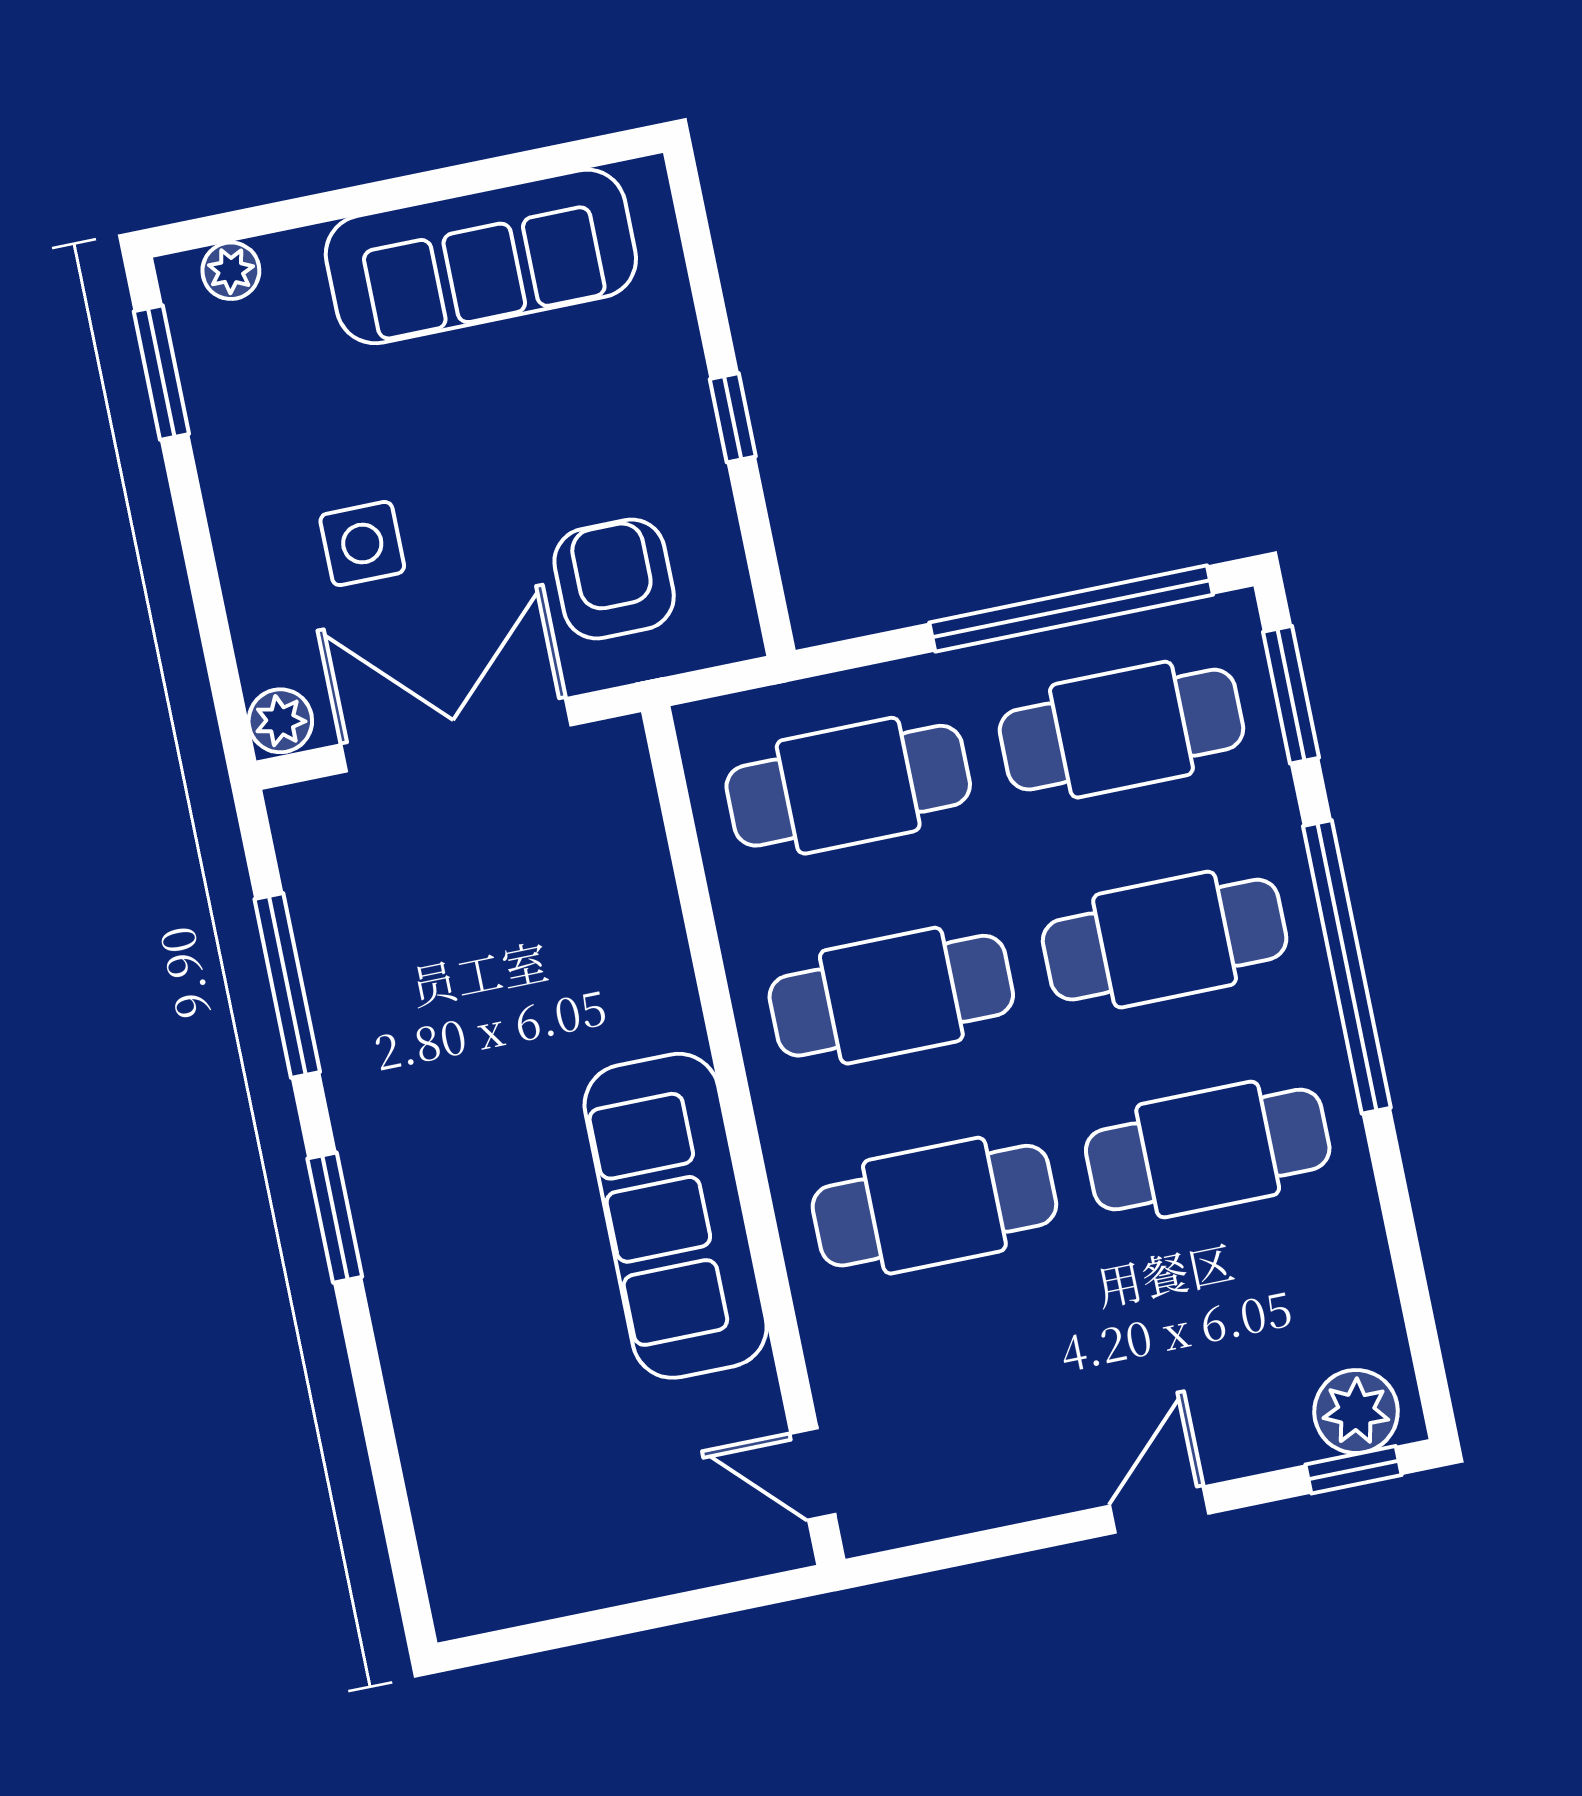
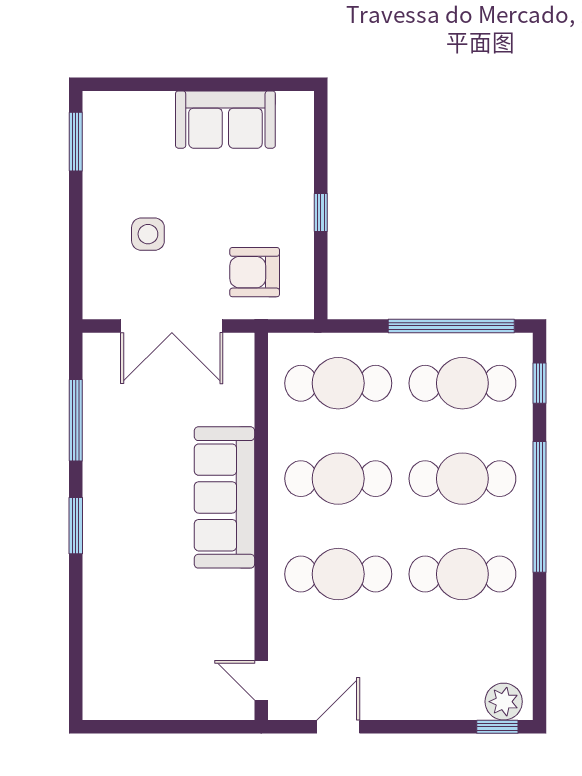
sofa: (481, 256) -> (225, 120), width x0.73
plant: (231, 271) -> (115, 103), removed
armchair: (614, 579) -> (255, 272), turned -90
window: (1291, 695) -> (539, 383), width x0.67
plant: (280, 721) -> (96, 304), removed
double door: (456, 735) -> (172, 326), swing flipped
sofa: (676, 1216) -> (224, 497), moved
door: (1159, 1510) -> (338, 727), moved

